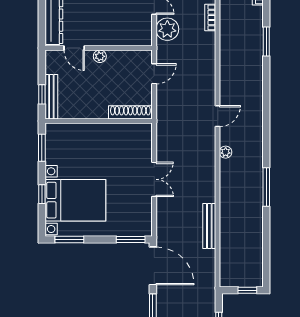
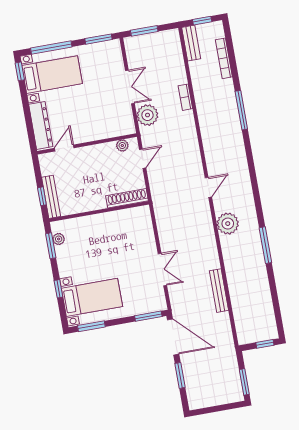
window: (266, 41) -> (241, 110), width x1.44
door: (74, 48) -> (64, 148), swing flipped
plant: (100, 56) -> (122, 146), moved
plant: (51, 142) -> (59, 239), added
plant: (226, 152) -> (228, 224), width x1.87, depth x1.87
double door: (154, 179) -> (162, 270), moved
bed with nightstands: (75, 200) -> (92, 297), width x0.73

